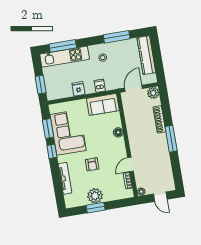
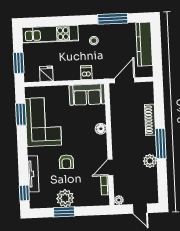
window: (63, 46) -> (50, 22), removed
fridge: (78, 89) -> (46, 74), moved
plant: (153, 93) -> (150, 161), moved
window: (52, 151) -> (24, 193), moved

